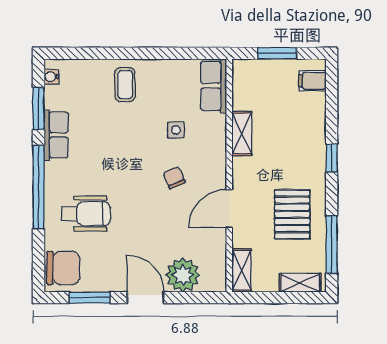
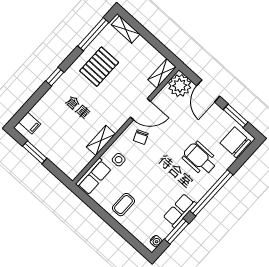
row of seats: (214, 86) -> (94, 176), moved
shelving: (242, 133) -> (101, 140), moved
wall: (229, 175) -> (126, 125), moved
door: (229, 209) -> (140, 109), moved
shelving: (242, 270) -> (162, 73), moved

